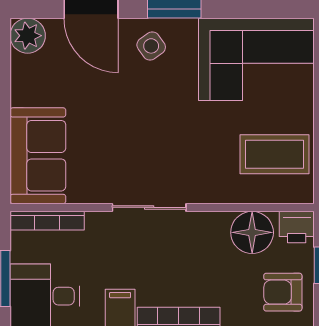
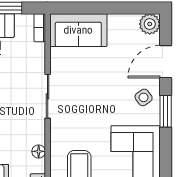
bookcase: (47, 221) -> (40, 28), width x0.64
floor lamp: (252, 232) -> (39, 151), width x0.53, depth x0.53

